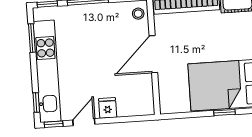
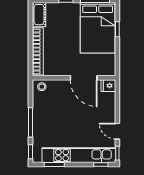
door: (153, 54) -> (84, 78), moved
fridge: (108, 108) -> (108, 86), moved

